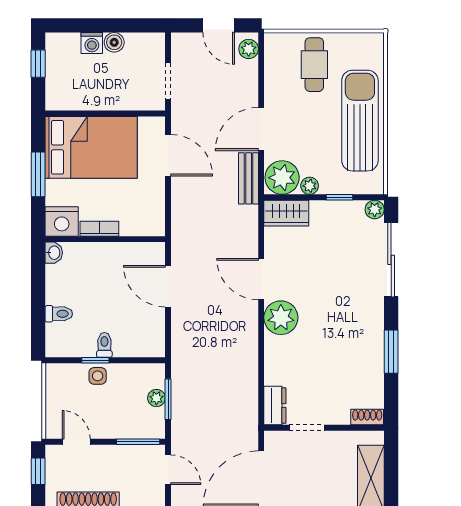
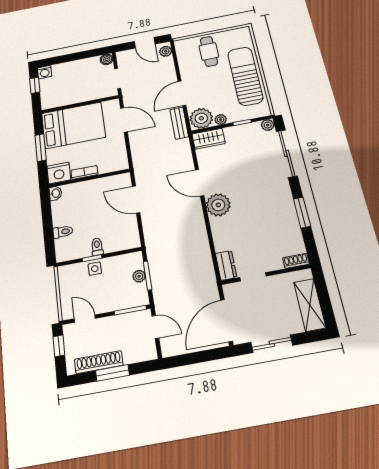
boiler: (114, 42) -> (107, 59), moved
washing machine: (92, 43) -> (45, 72), moved

